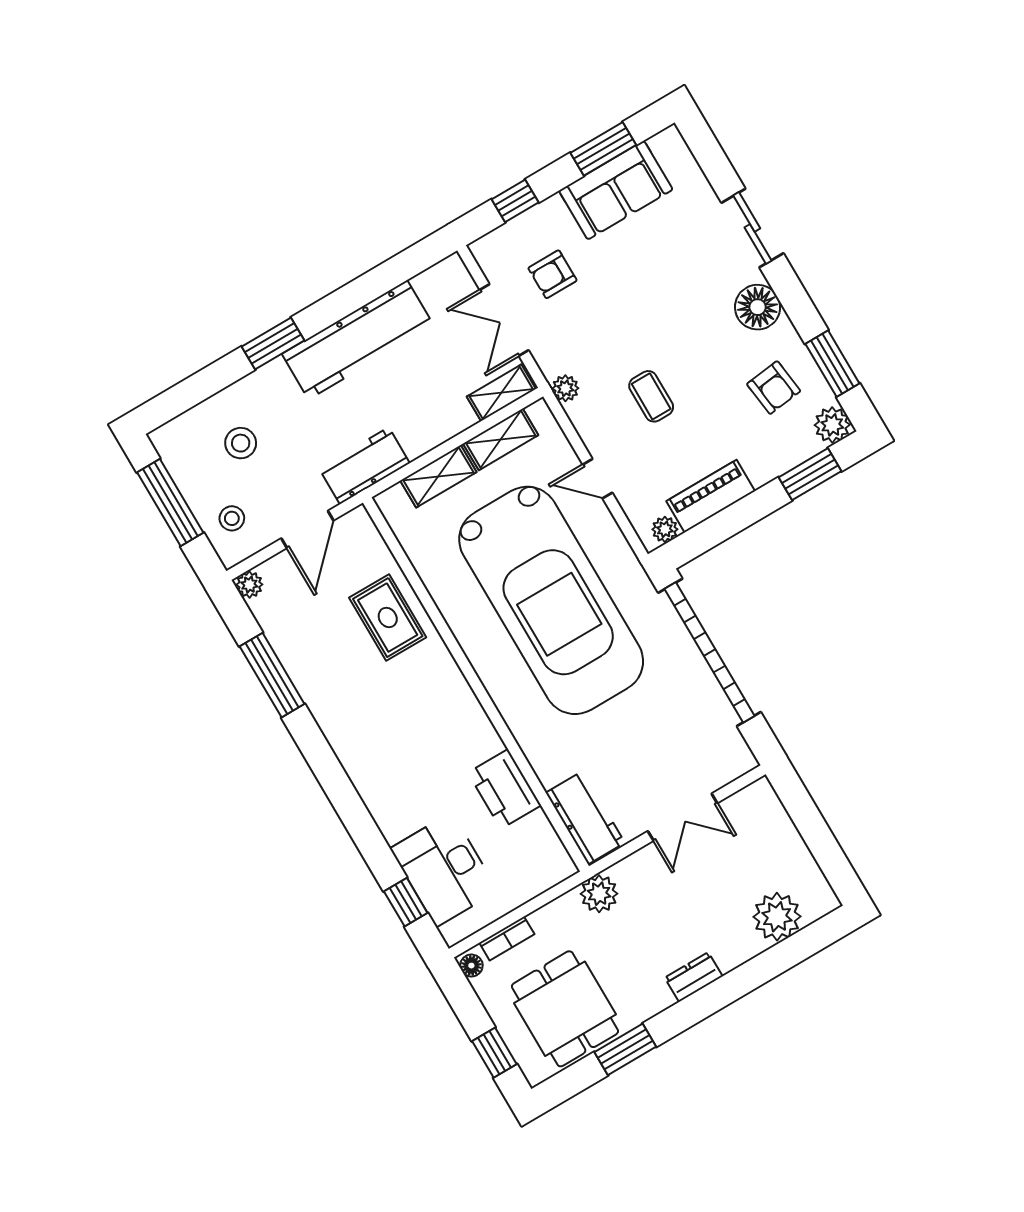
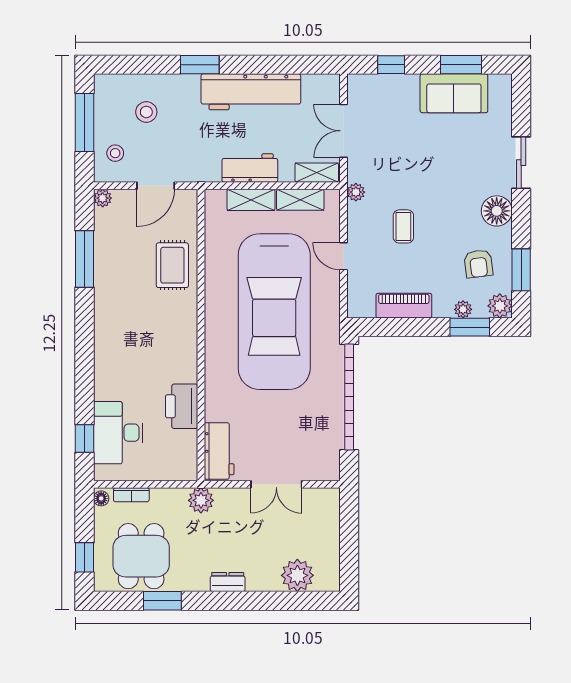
armchair: (552, 274) -> (388, 121), removed
workbench: (364, 466) -> (250, 168), moved
plant: (665, 529) -> (463, 309), moved

